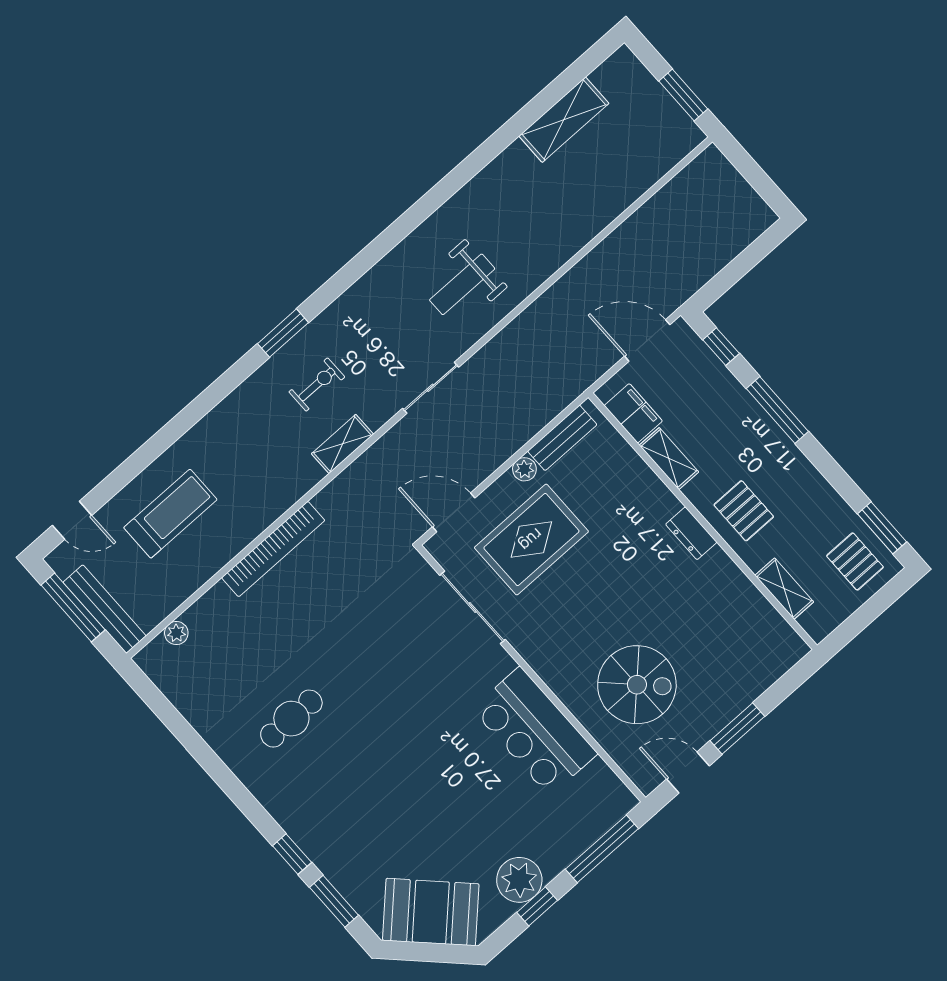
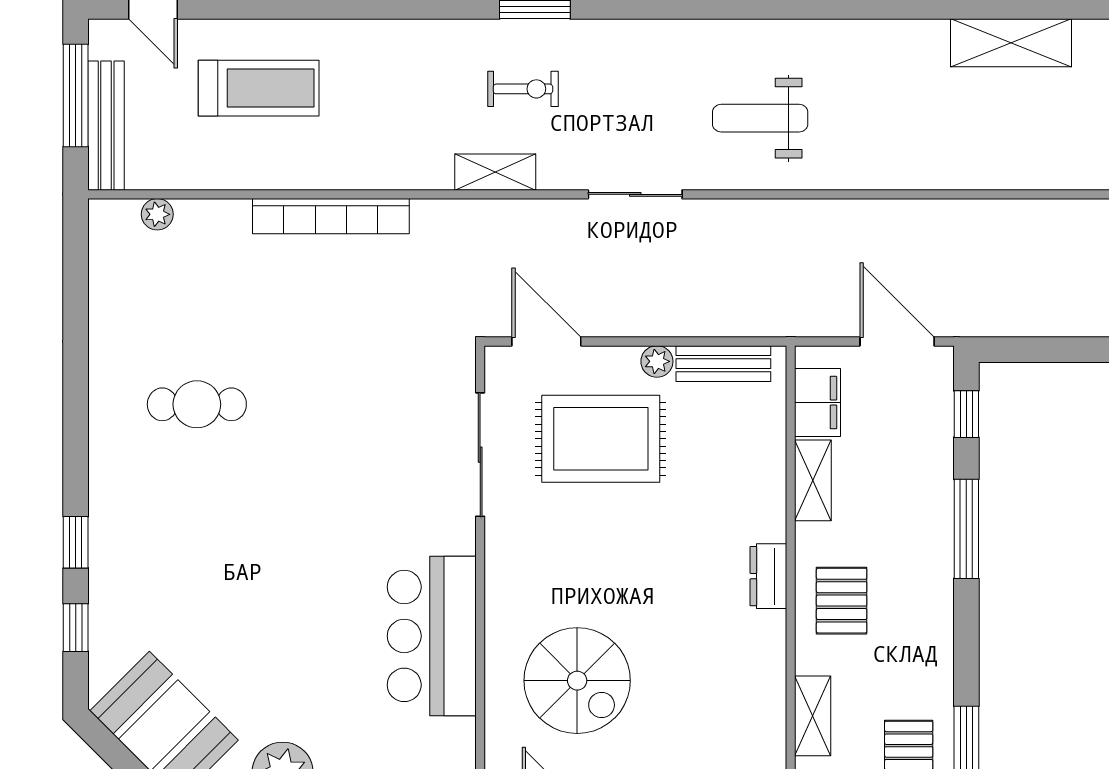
window: (334, 901) -> (76, 628), width x0.67

